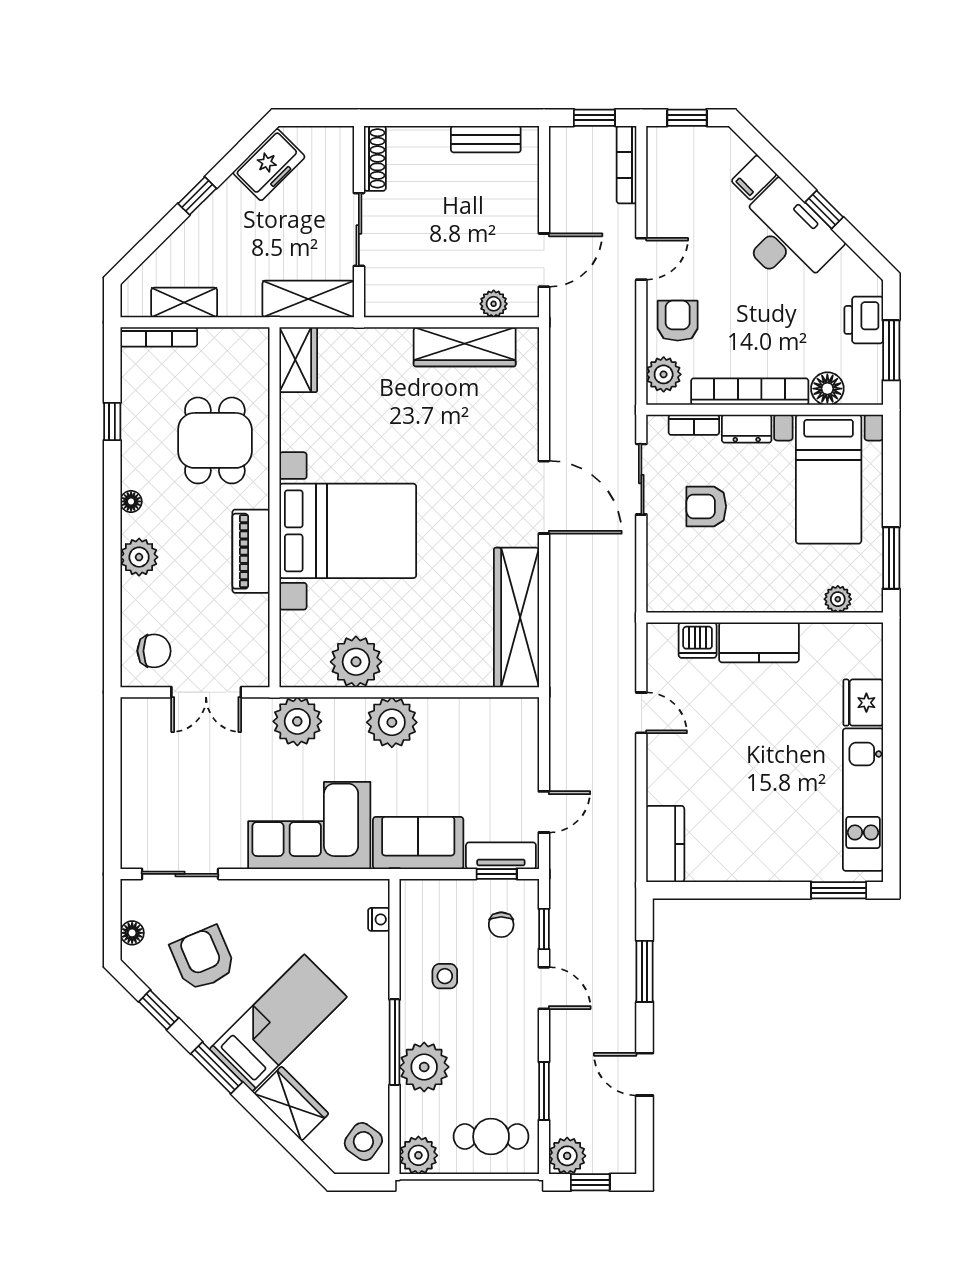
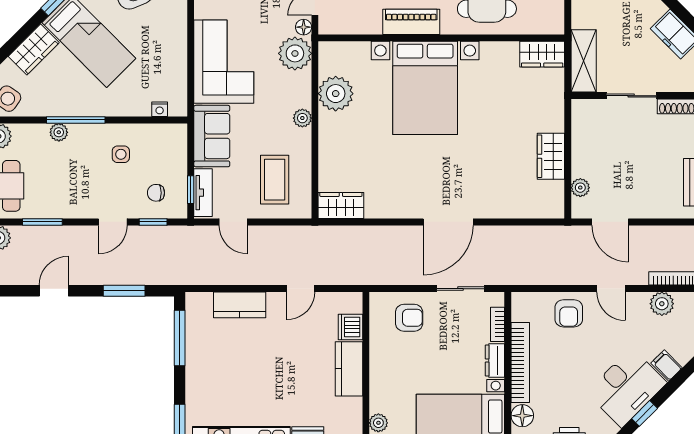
armchair: (678, 321) -> (569, 313), turned 90
wardrobe: (465, 347) -> (551, 156), width x0.67
plant: (664, 374) -> (662, 304), moved
armchair: (706, 506) -> (409, 318), moved, turned 90
wardrobe: (516, 618) -> (341, 205), width x0.48, depth x0.85
floor lamp: (259, 709) -> (304, 27), added
plant: (392, 722) -> (302, 118), width x0.53, depth x0.53
coffee table: (482, 751) -> (275, 180), added
kitchen counter: (665, 844) -> (240, 305), moved
window: (714, 890) -> (180, 338), added
plant: (424, 1067) -> (59, 132), width x0.53, depth x0.53

